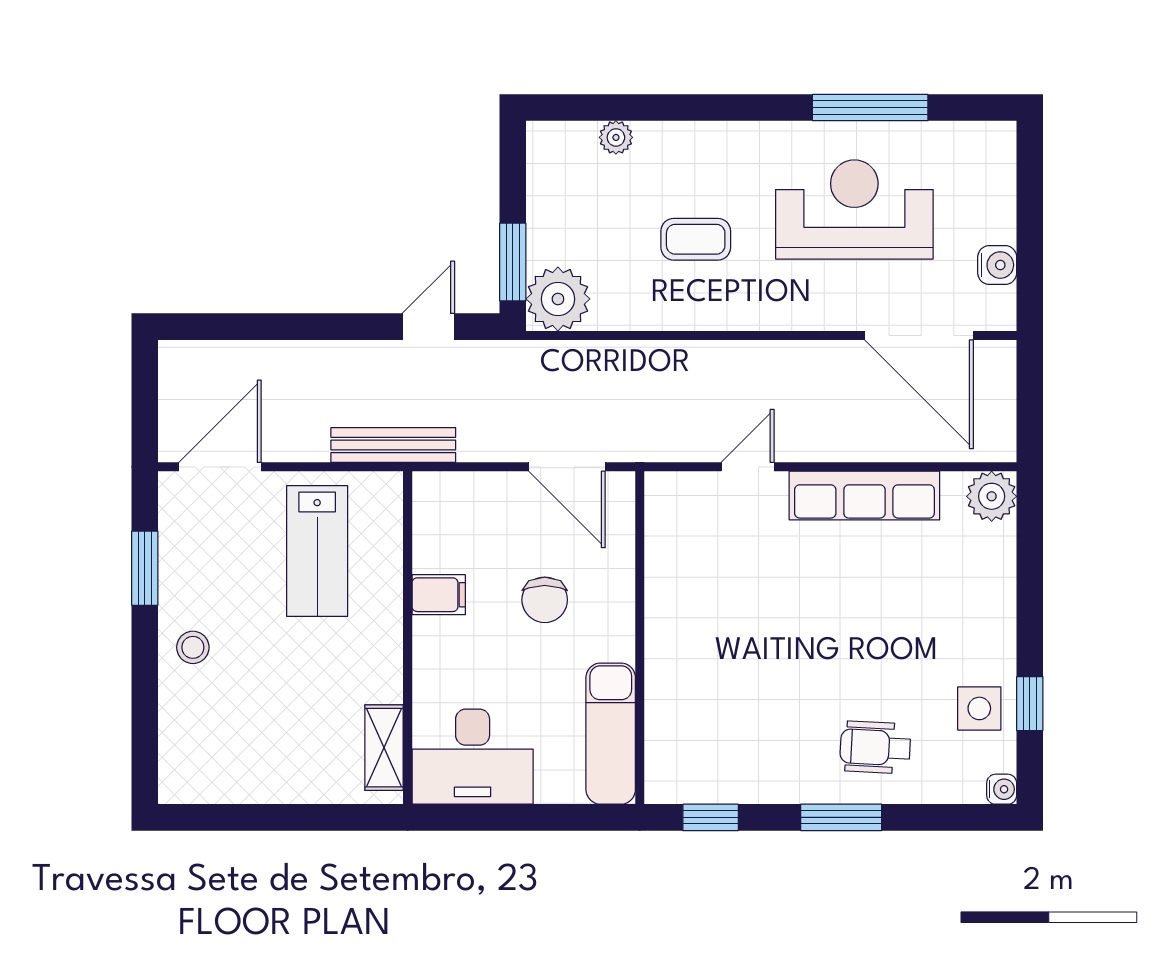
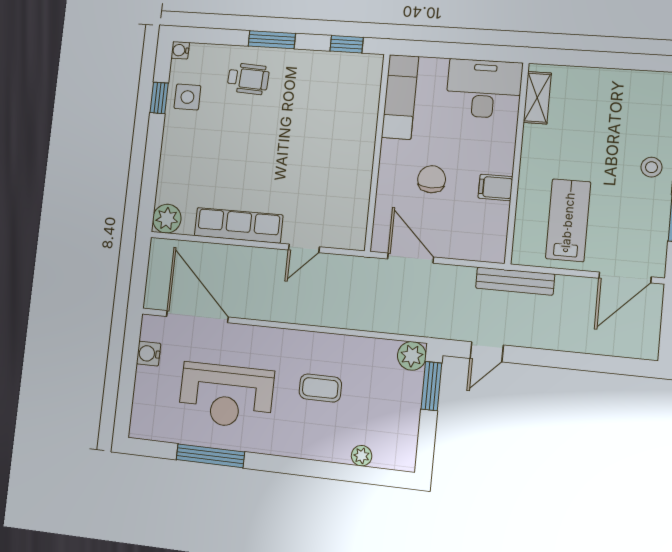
plant: (558, 299) -> (412, 356), width x0.73, depth x0.73

